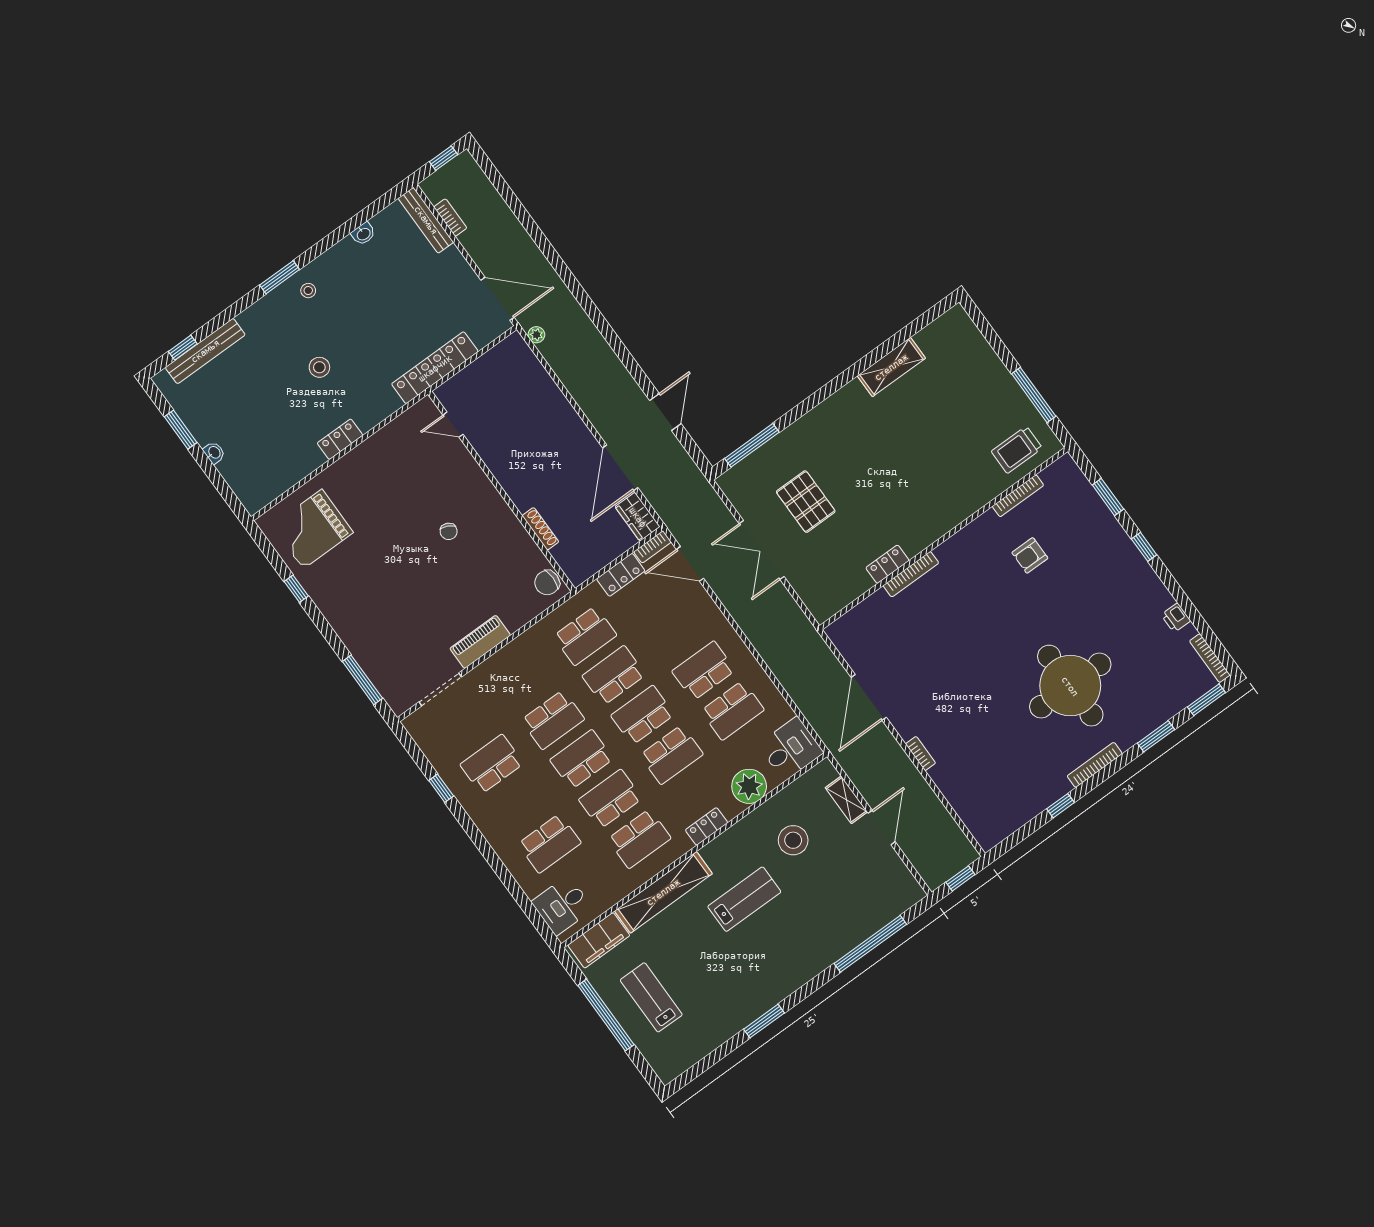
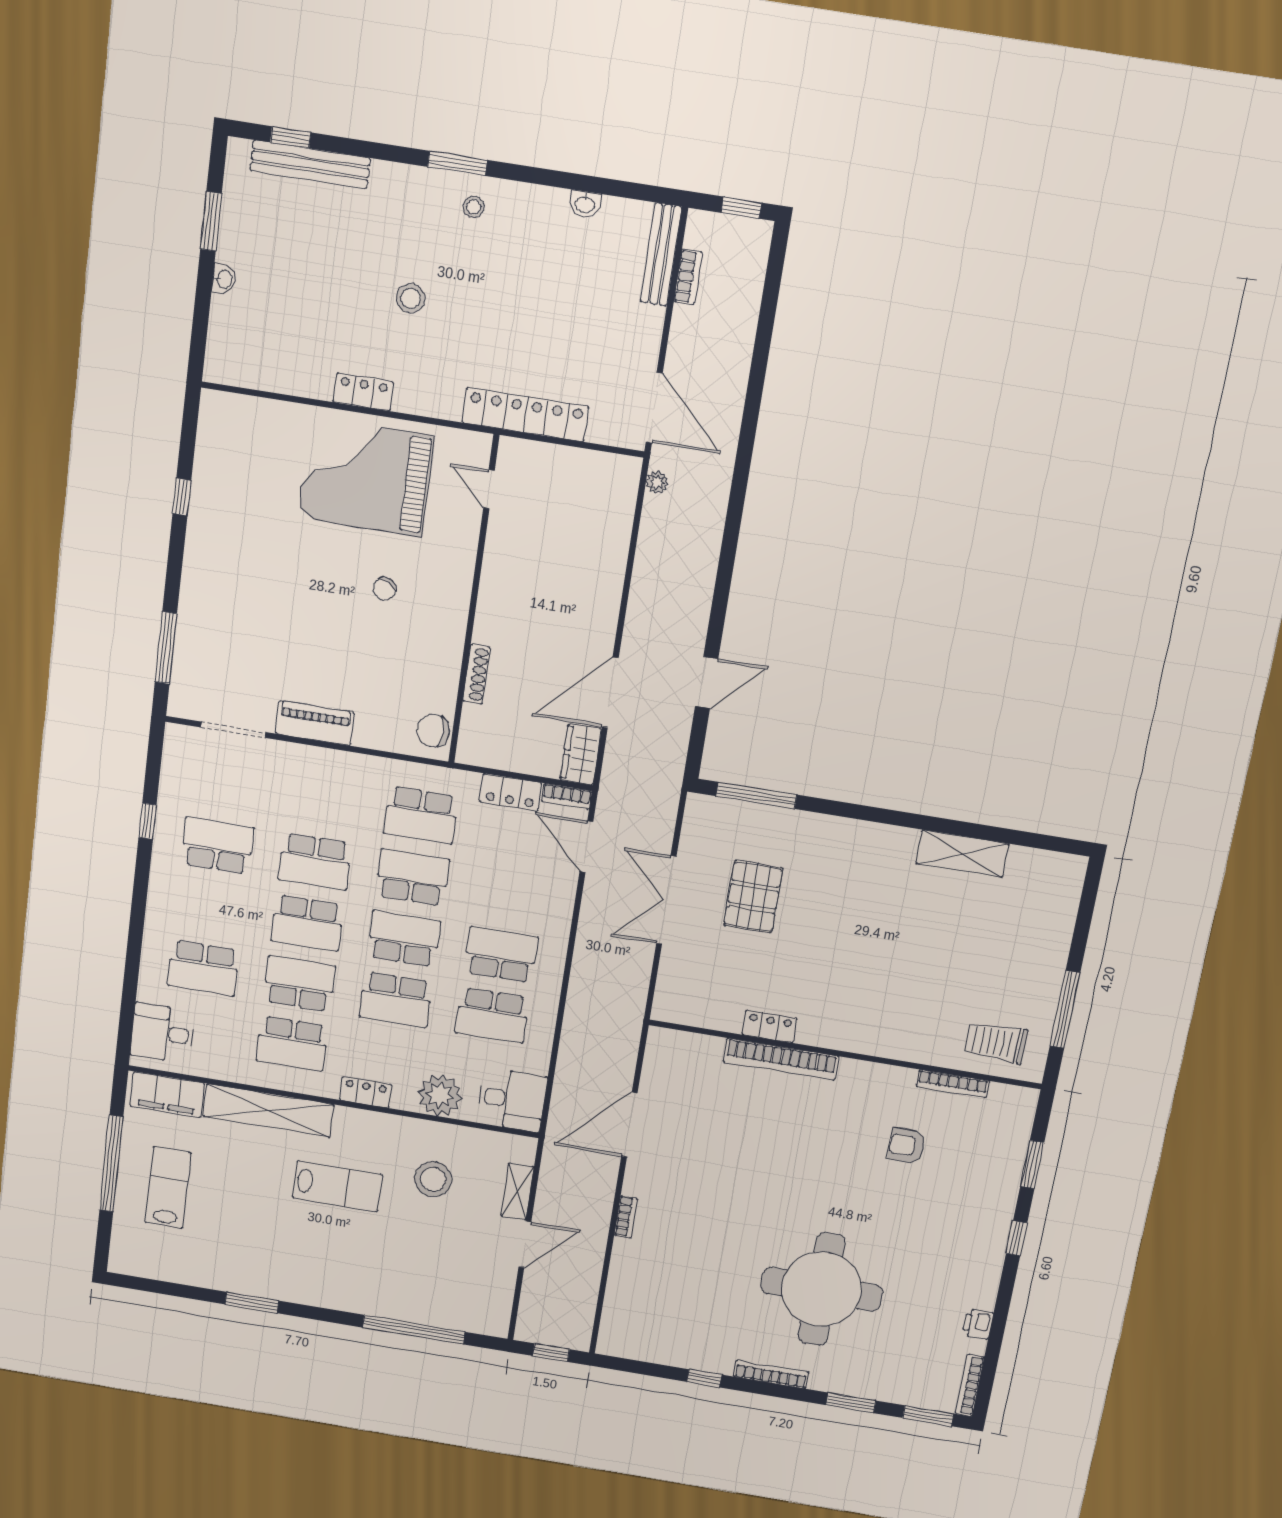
grand piano: (312, 529) -> (366, 477), moved, width x1.37, depth x1.48
bookcase: (911, 574) -> (781, 1059), width x1.48, depth x1.31
school desk: (582, 759) -> (307, 923), turned 180

